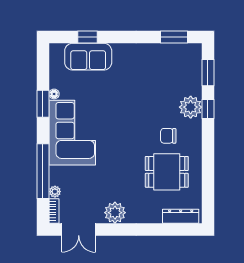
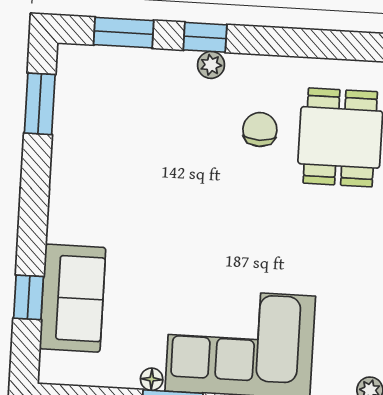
plant: (191, 107) -> (211, 65), width x0.53, depth x0.53
chair: (168, 136) -> (260, 130), turned 180

